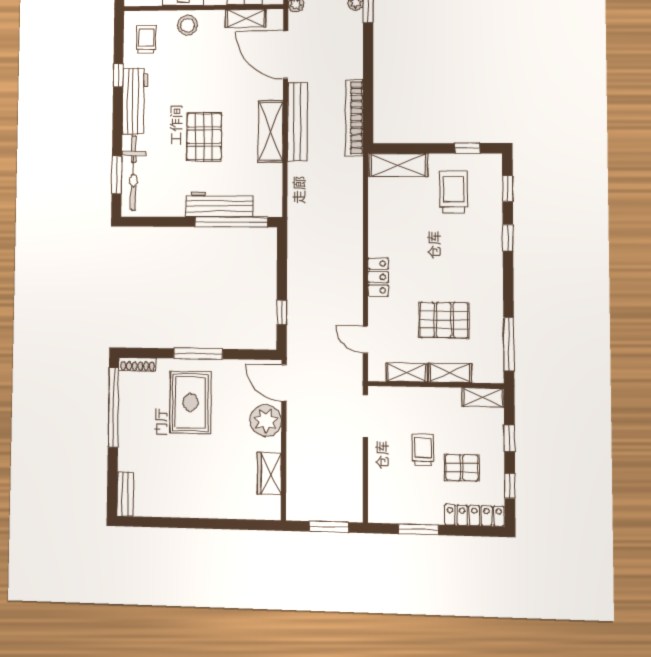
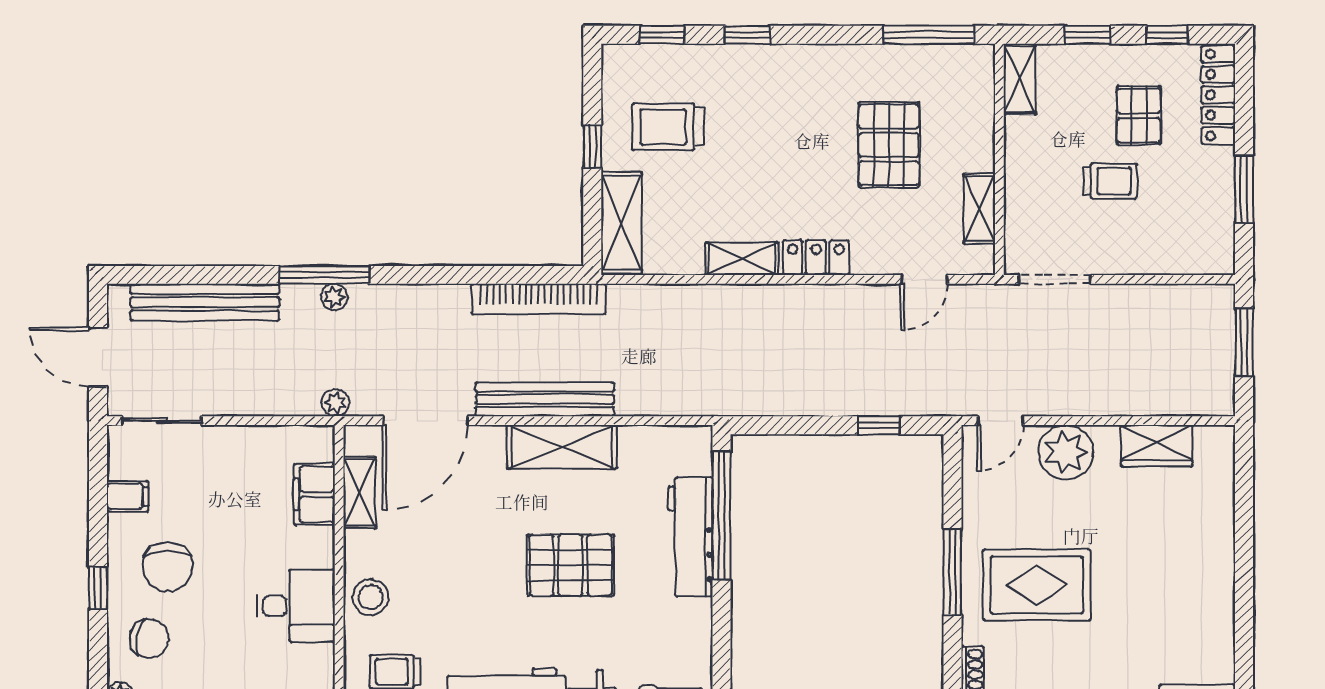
window: (467, 148) -> (592, 146), moved
shelving: (450, 373) -> (742, 259), moved, turned 90
door: (284, 383) -> (1000, 421), width x0.73
trolley: (423, 450) -> (1110, 181), turned 180

